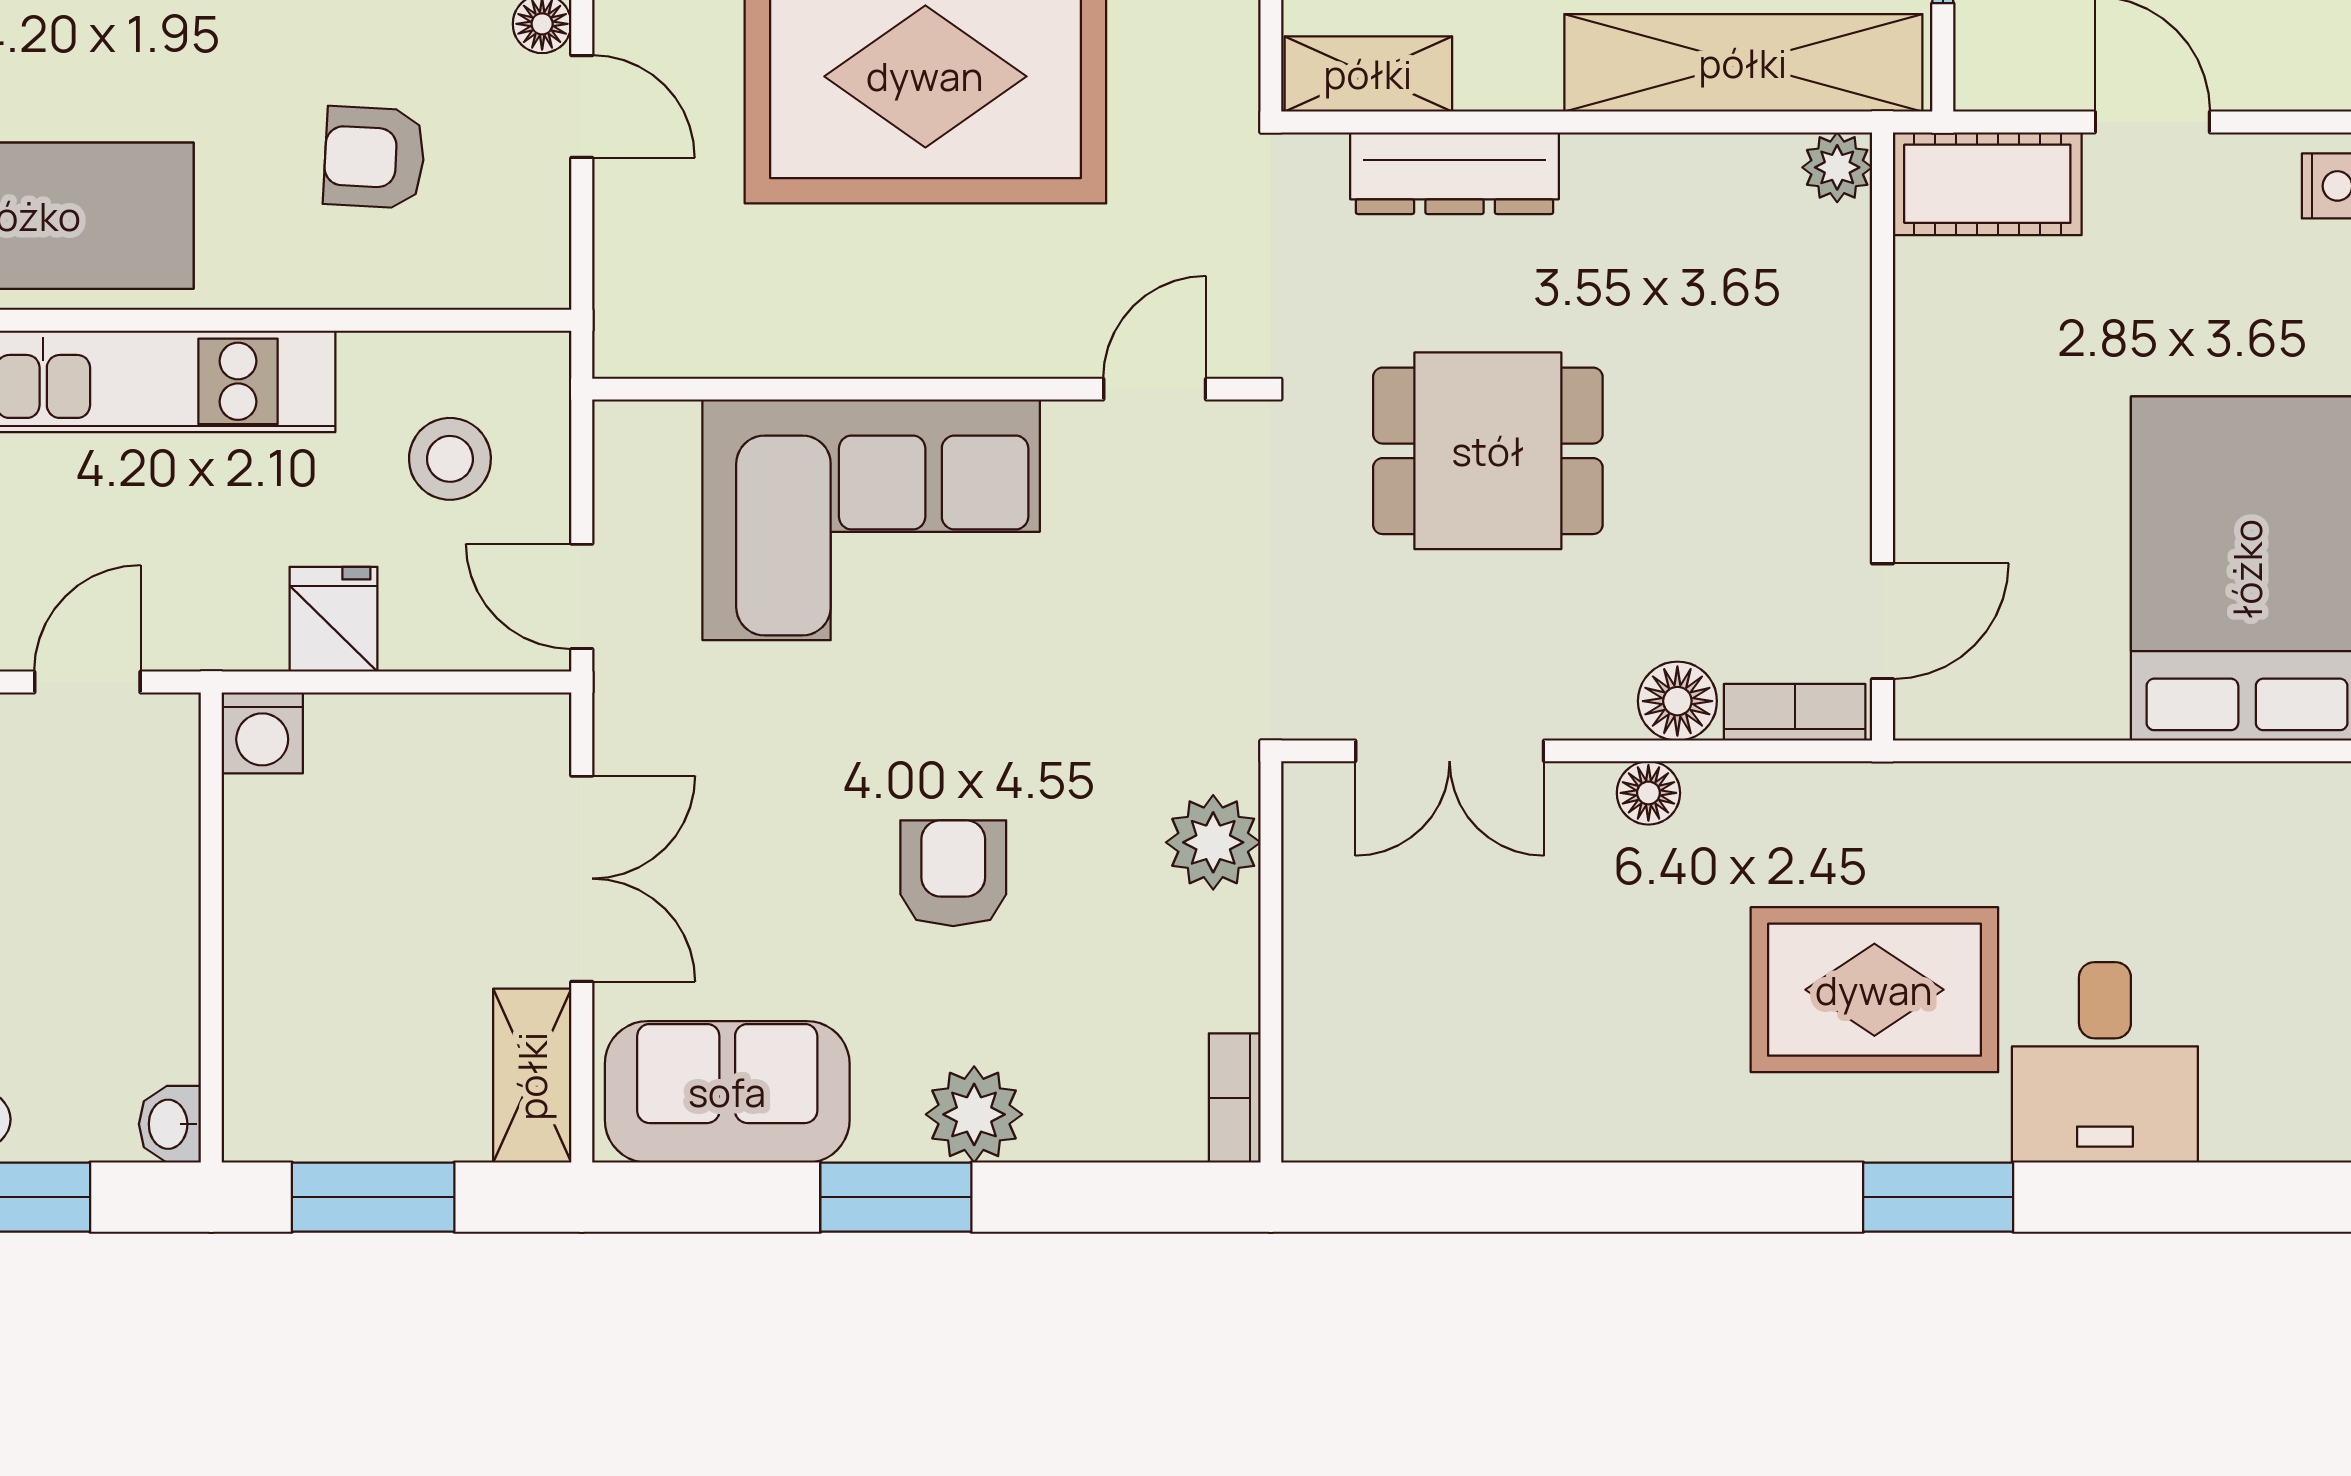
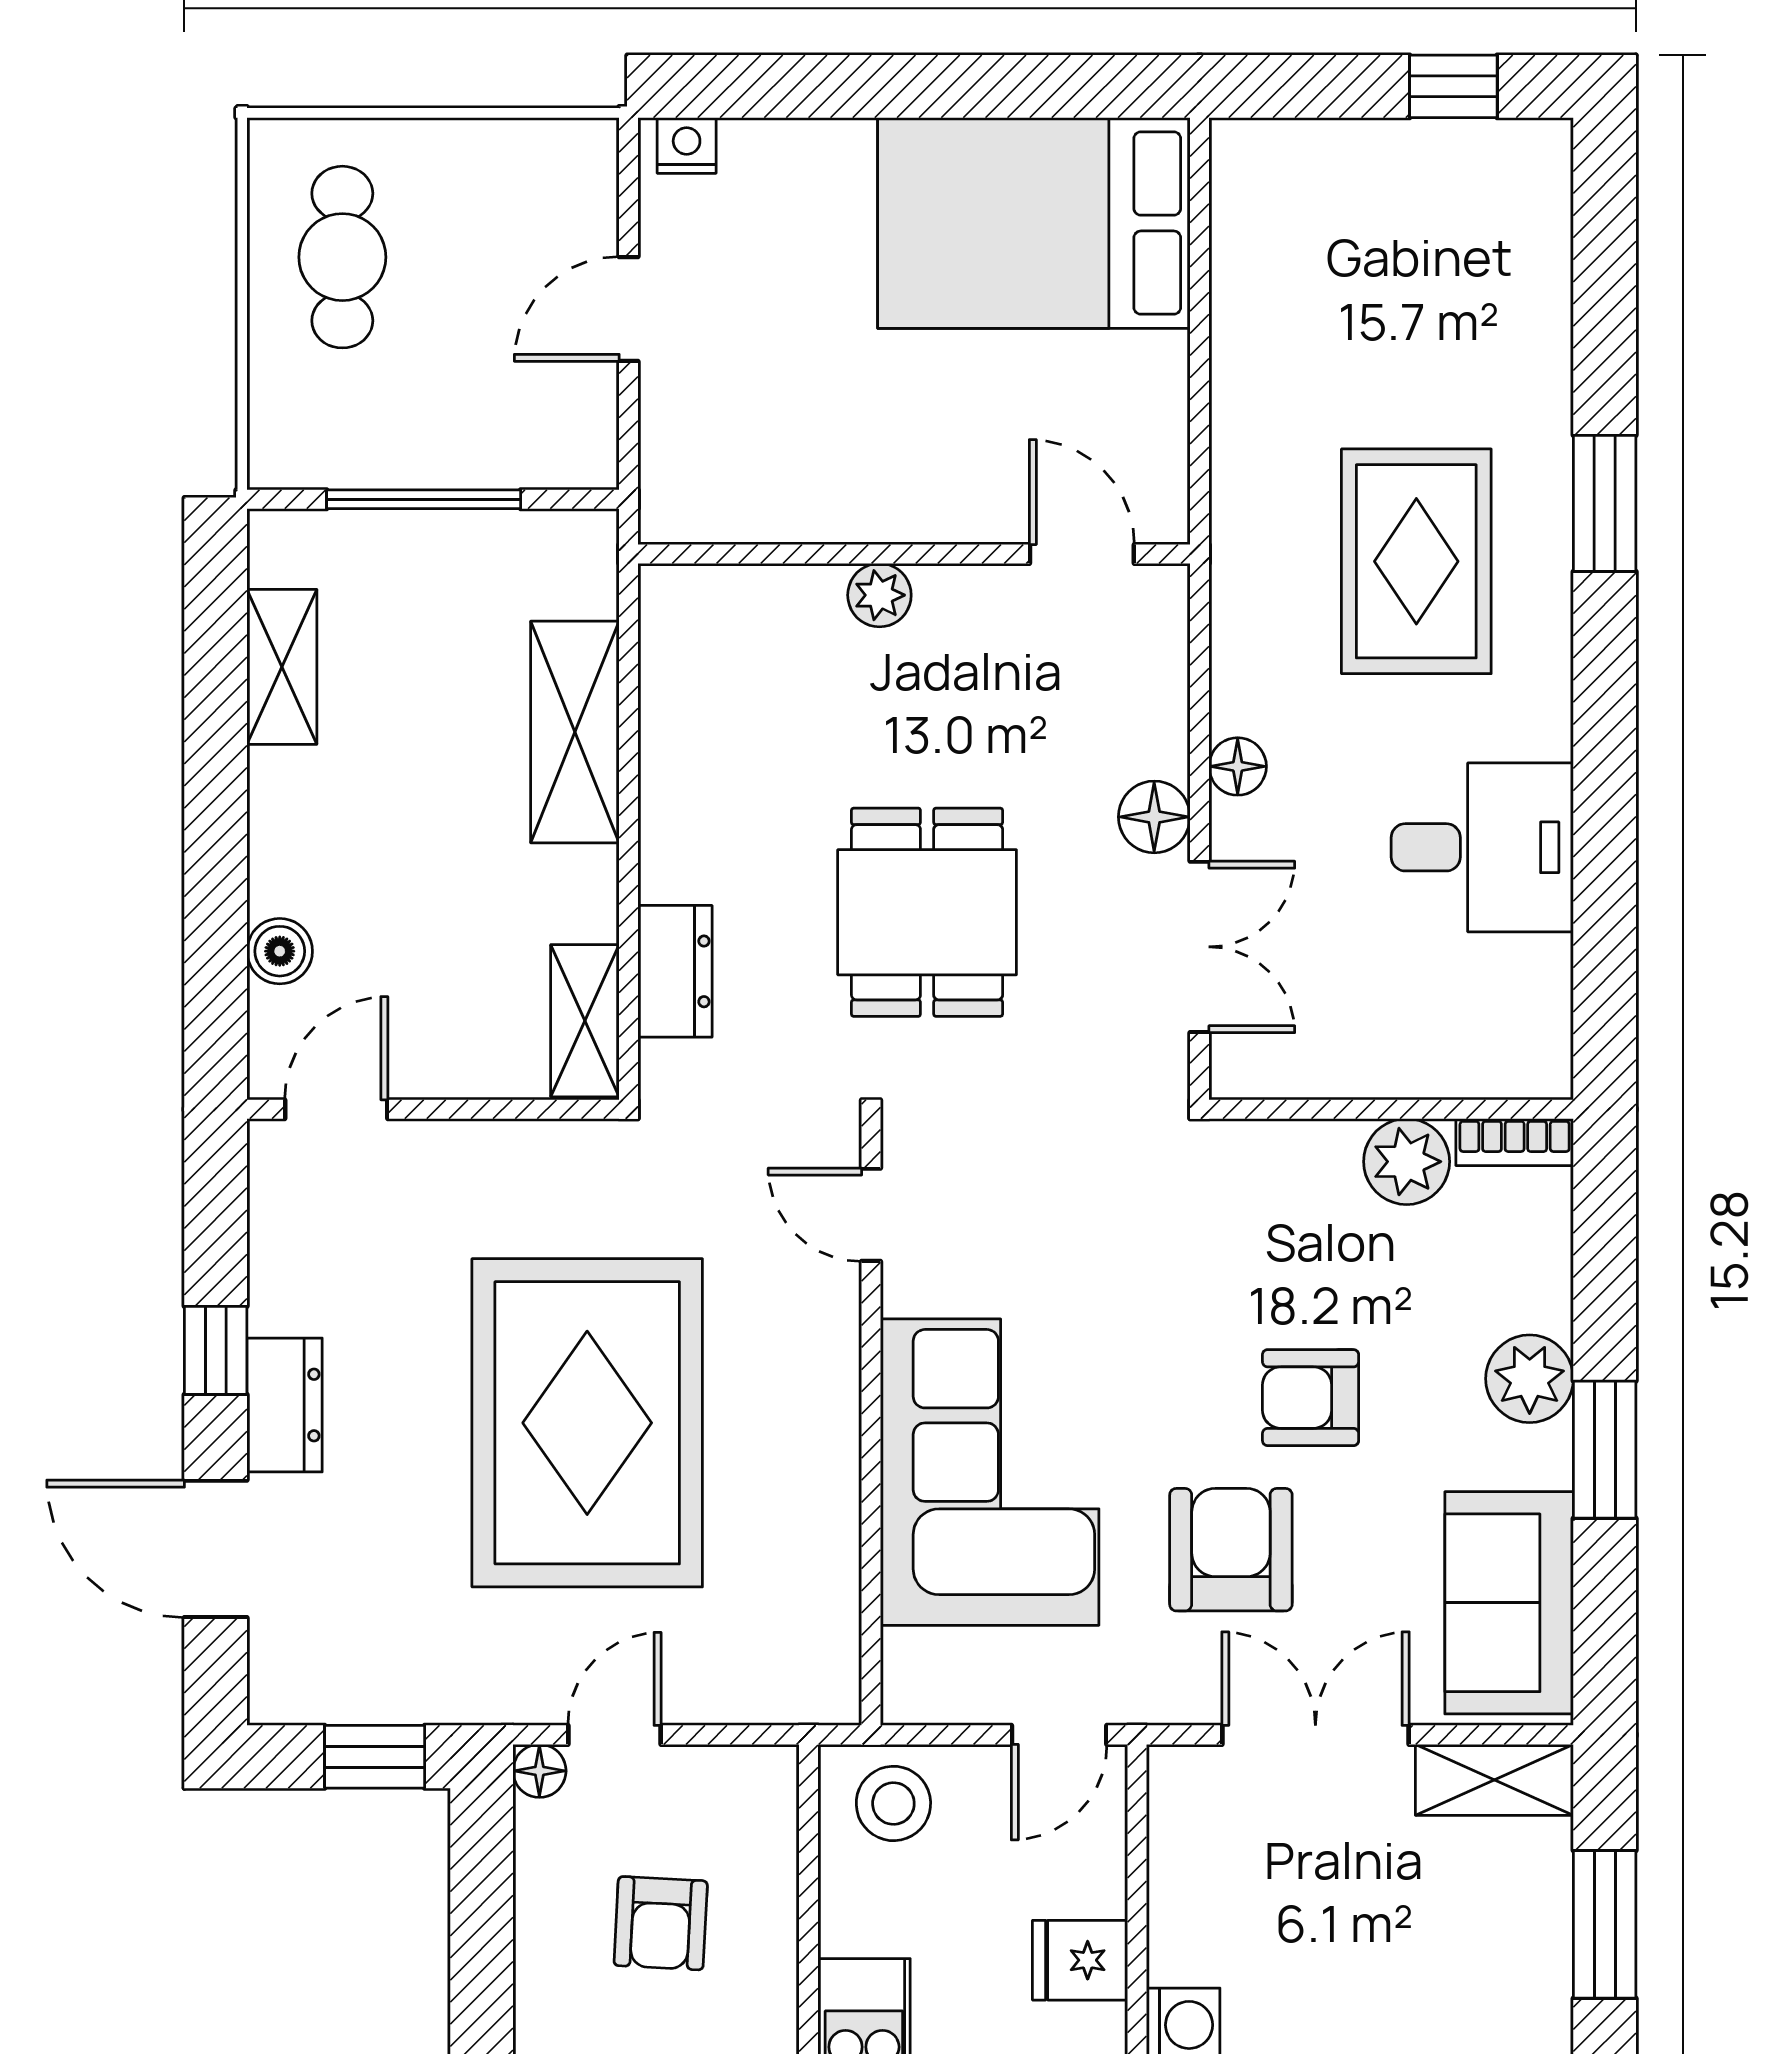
shelving: (1743, 63) -> (575, 732), width x0.68
plant: (1837, 167) -> (879, 595), moved
dresser: (1454, 173) -> (675, 971), width x0.70
cot: (1987, 184) -> (685, 459), removed
stool: (450, 459) -> (893, 1803), moved
floor lamp: (1677, 701) -> (1154, 817), moved
bookcase: (1795, 712) -> (1164, 634), removed
armchair: (786, 786) -> (1231, 1550), added
plant: (1213, 842) -> (1407, 1162), moved
desk: (2105, 1062) -> (1482, 847), moved

